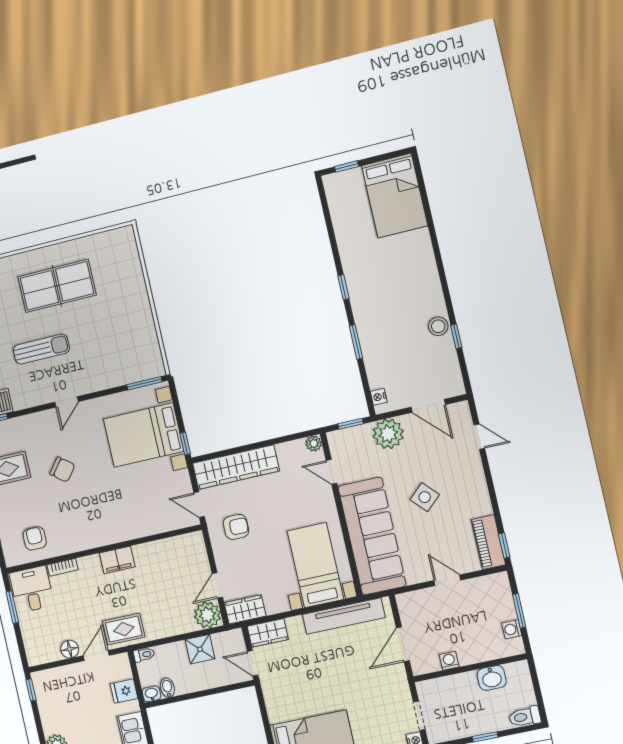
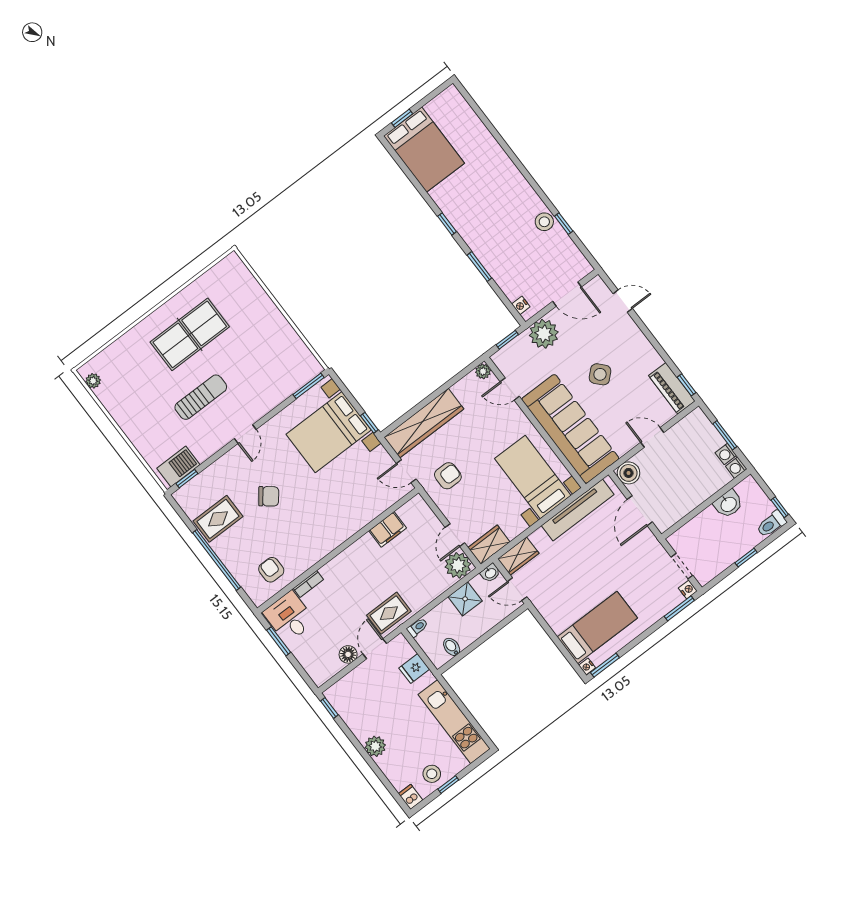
bed: (395, 196) -> (424, 150), moved
filing cabinet: (117, 560) -> (388, 529), moved
boiler: (409, 604) -> (628, 473), added
washing machine: (449, 661) -> (736, 468), moved, turned -90
washbasin: (151, 694) -> (490, 573), moved, turned 180
window: (541, 704) -> (780, 507), added

